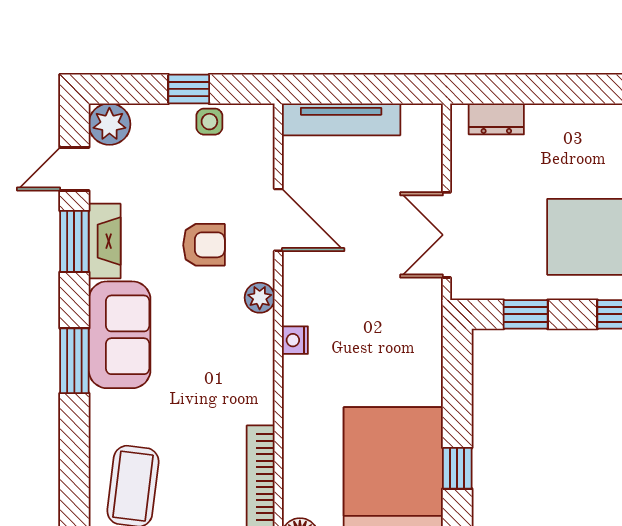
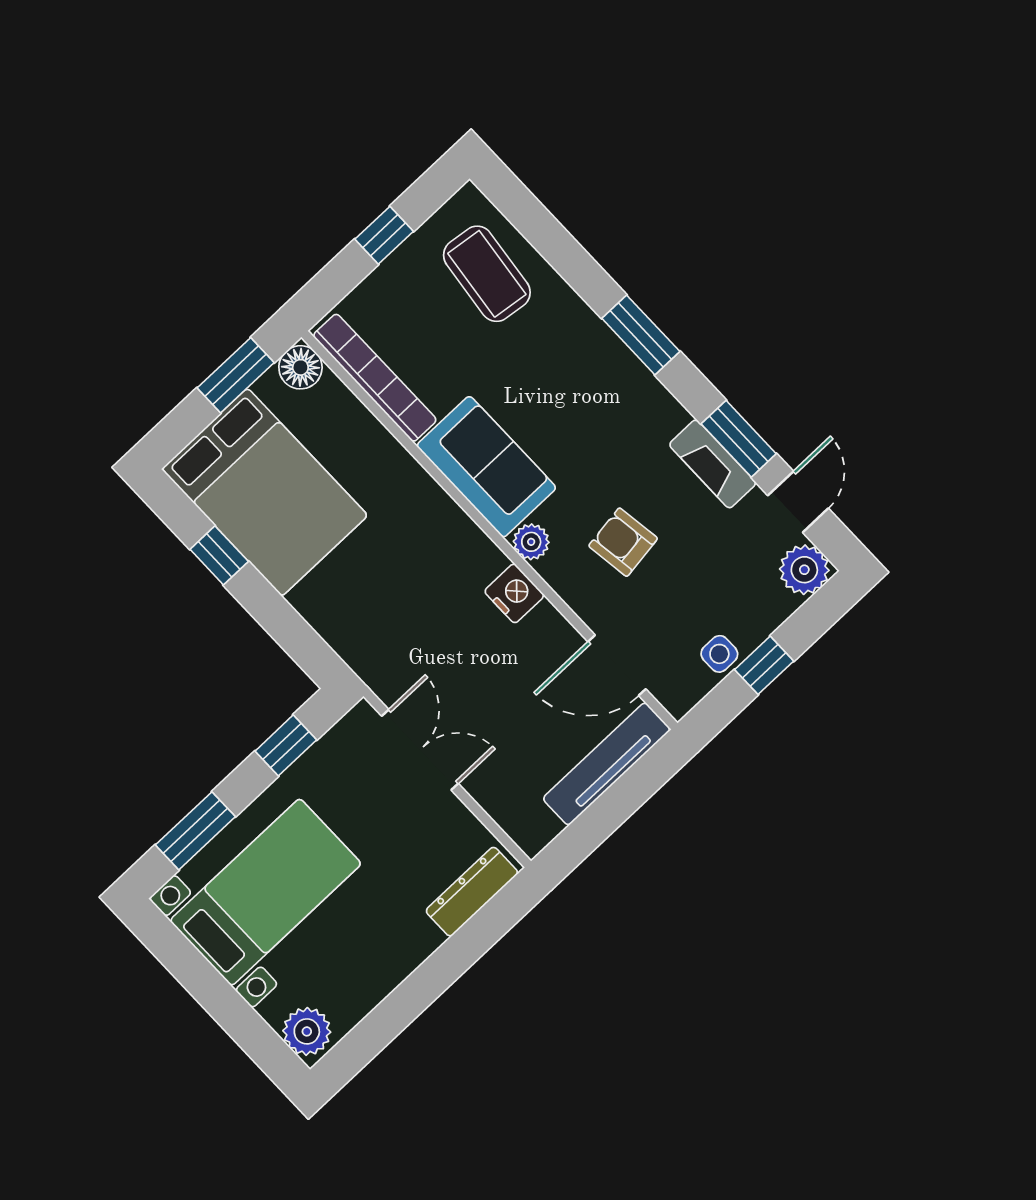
dresser: (496, 119) -> (472, 892), width x1.44
door: (278, 220) -> (617, 665), moved
armchair: (204, 245) -> (623, 542), turned 82
sofa: (120, 335) -> (486, 467), moved, turned 180
nightstand: (295, 340) -> (514, 593), moved, width x1.39, depth x1.35

